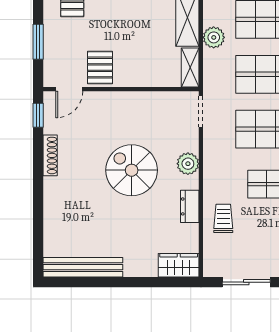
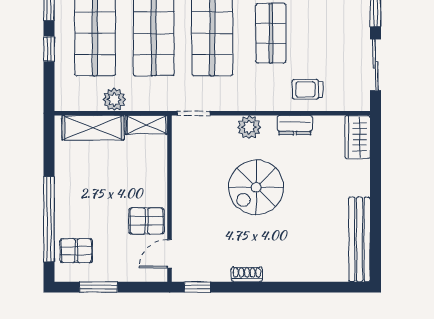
window: (38, 42) -> (98, 287), moved
door: (69, 89) -> (170, 254), swing flipped
shoe rack: (50, 155) -> (247, 274), width x0.70

